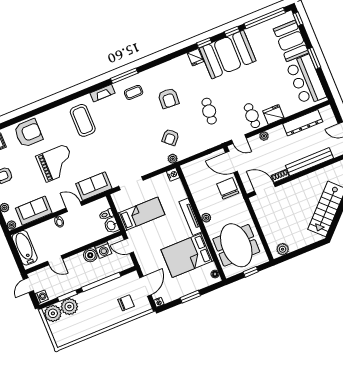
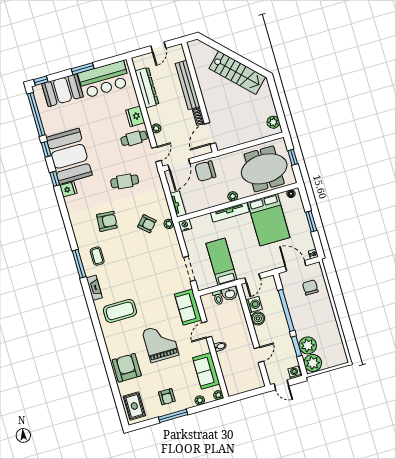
tv unit: (193, 165) -> (178, 204), added
bathtub: (25, 248) -> (243, 384), removed

